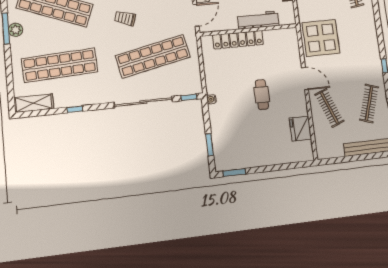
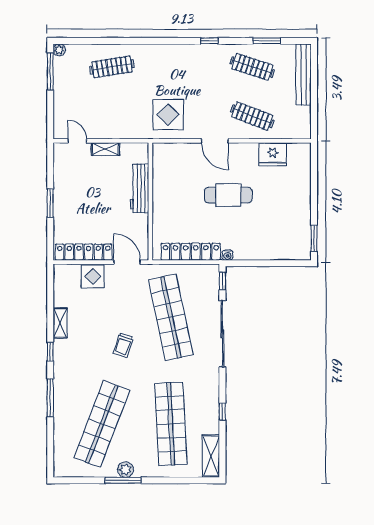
display table: (321, 38) -> (168, 115), width x0.73, depth x0.73
locker: (238, 40) -> (191, 252), moved, turned -90
door: (305, 79) -> (215, 141), swing flipped
cafe table: (262, 95) -> (228, 195), width x1.37, depth x1.35
clothes rail: (329, 108) -> (252, 116), turned 42
window: (210, 145) -> (279, 263), removed

